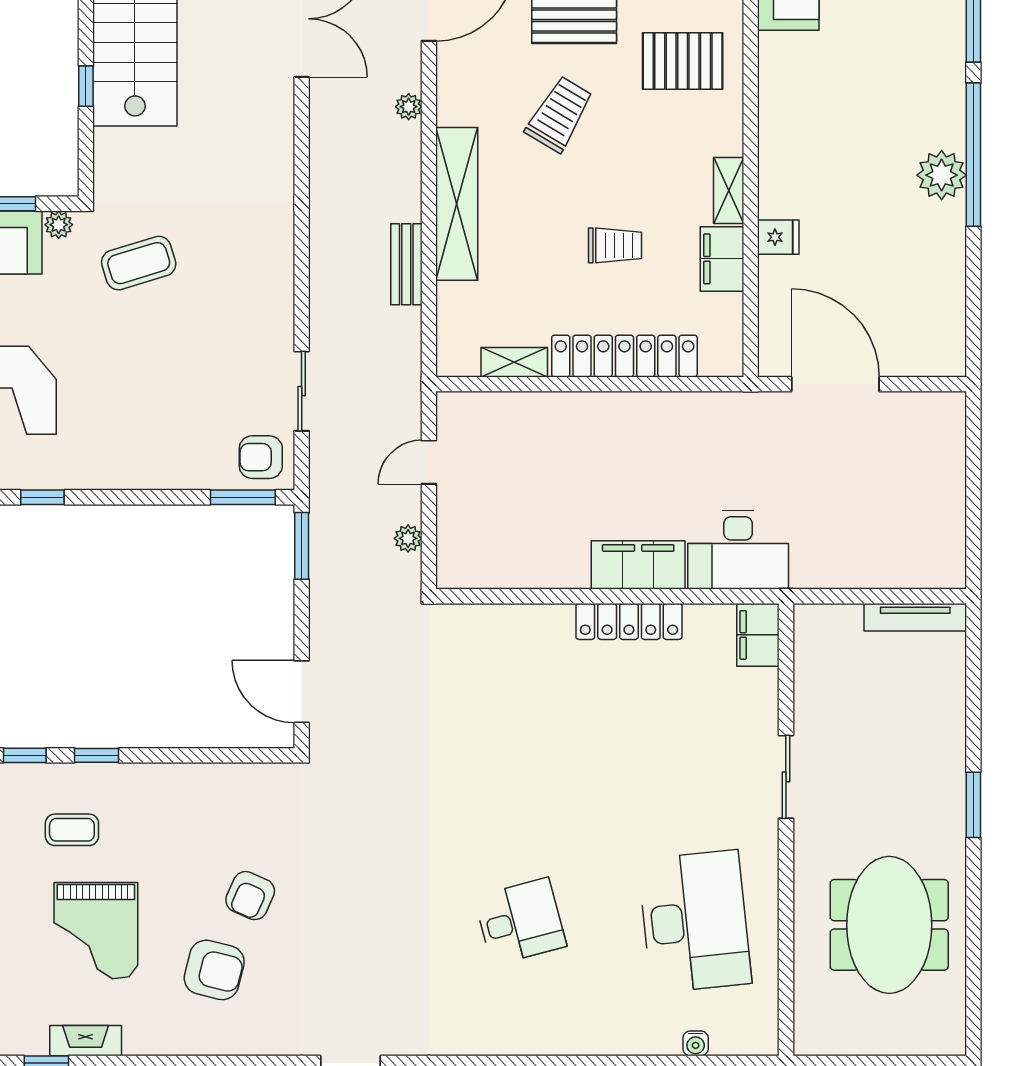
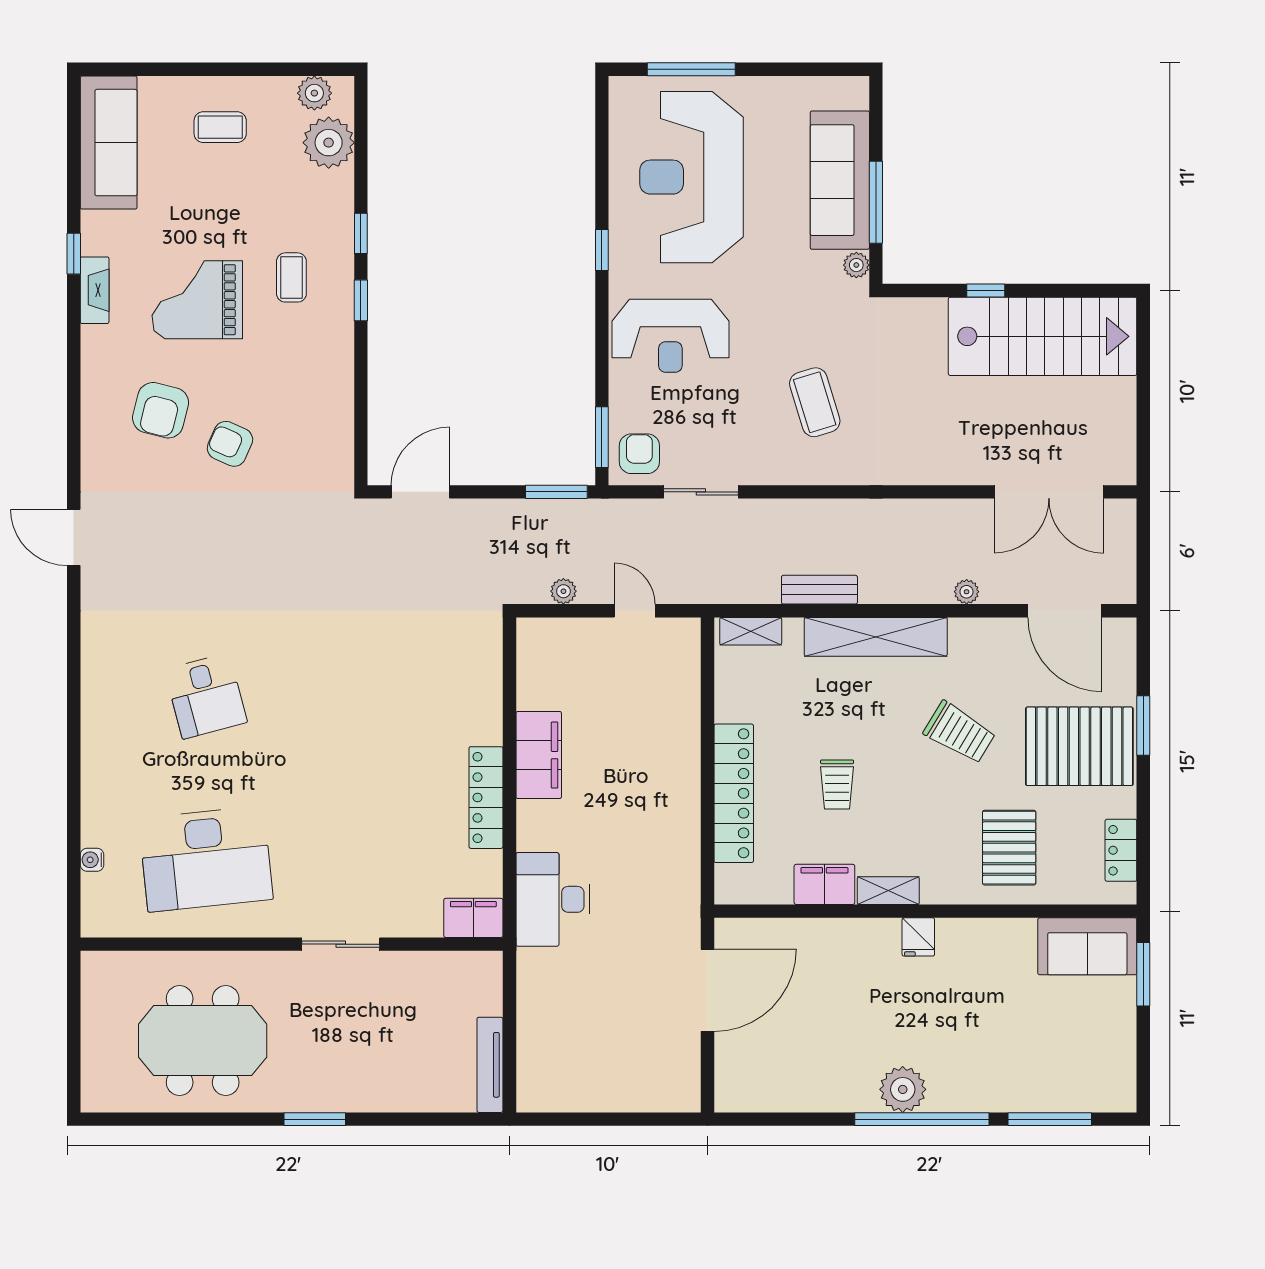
fridge: (778, 237) -> (918, 937), moved
coffee table: (139, 263) -> (815, 402), moved
shelving: (514, 362) -> (751, 631), moved, turned 90
reception desk: (134, 424) -> (670, 336), added
filing cabinet: (638, 565) -> (539, 755), moved

